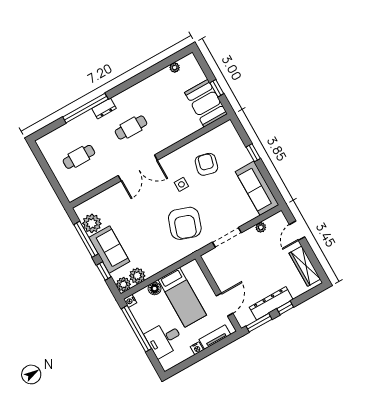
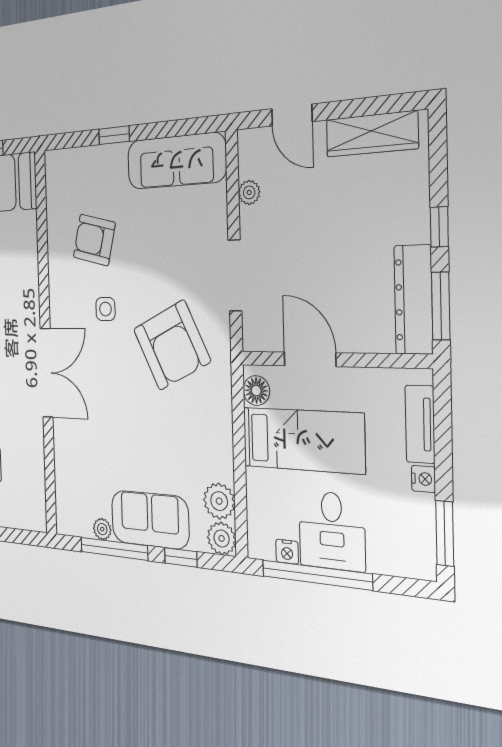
plant: (92, 223) -> (102, 529), width x0.53, depth x0.53
armchair: (185, 223) -> (172, 345), turned 45
floor lamp: (155, 289) -> (256, 391), moved
nightstand: (130, 301) -> (287, 552), moved
dresser: (271, 303) -> (413, 300), moved
door: (225, 305) -> (310, 359), moved
desk: (164, 339) -> (332, 531), moved
window: (183, 365) -> (445, 533), added

